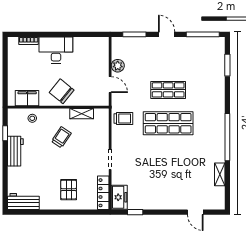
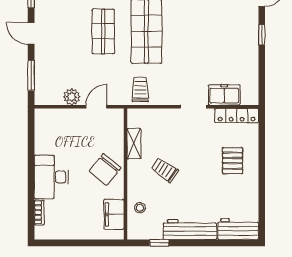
door: (167, 34) -> (31, 33), hinge flipped
workbench: (15, 151) -> (190, 230), width x1.37
pallet: (69, 190) -> (232, 161), turned 90
freezer: (119, 197) -> (224, 95), moved
workbench: (23, 202) -> (238, 229), moved, turned 90
window: (135, 212) -> (262, 35), moved

